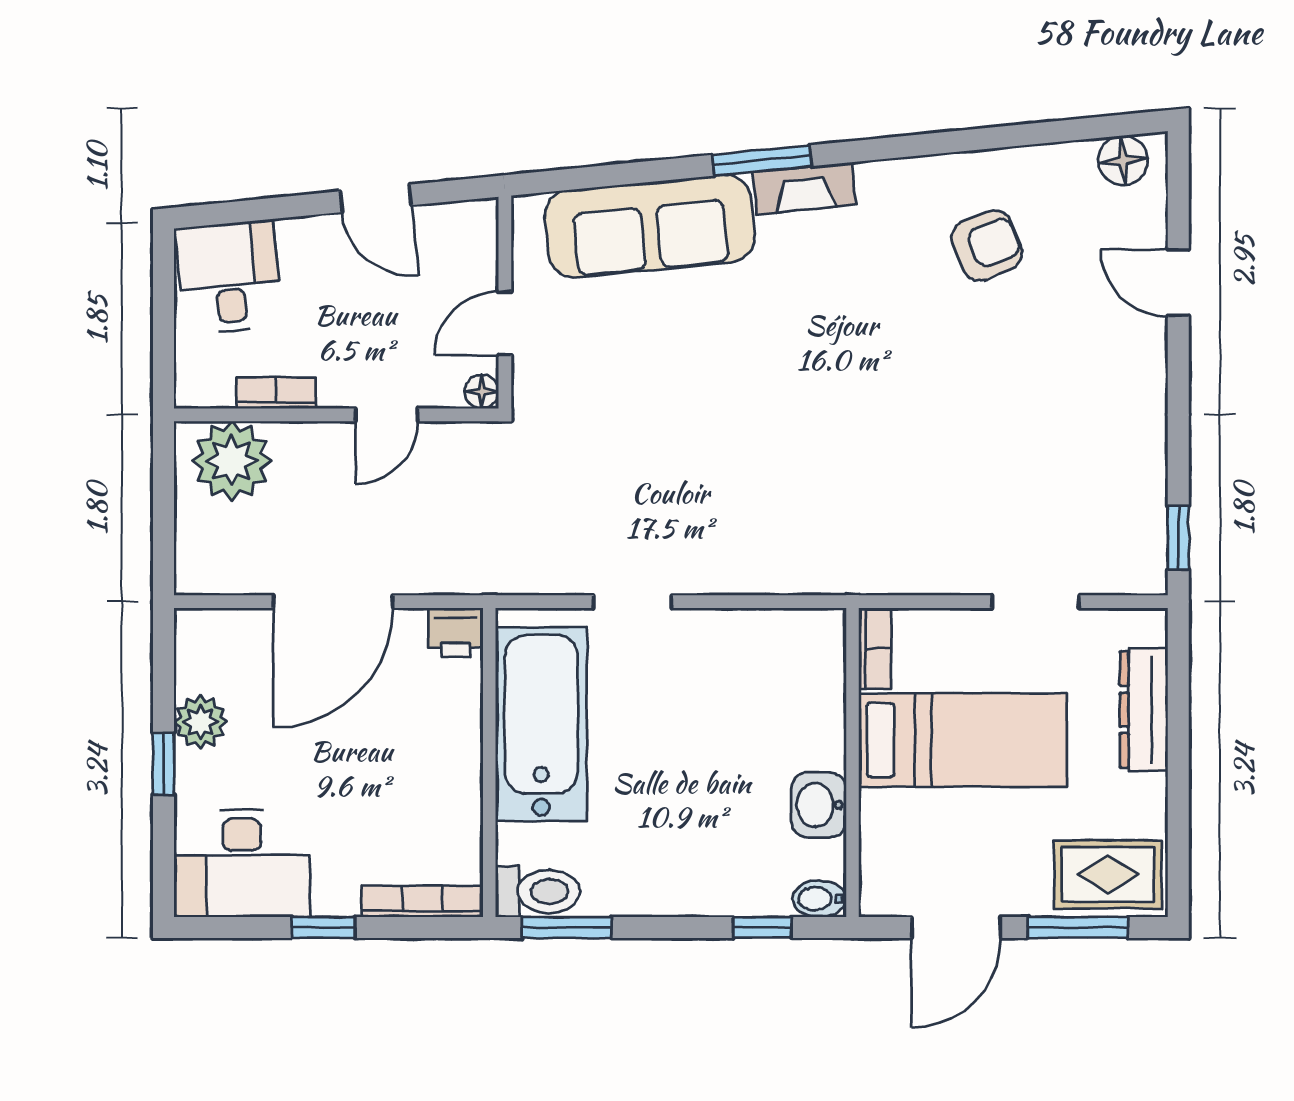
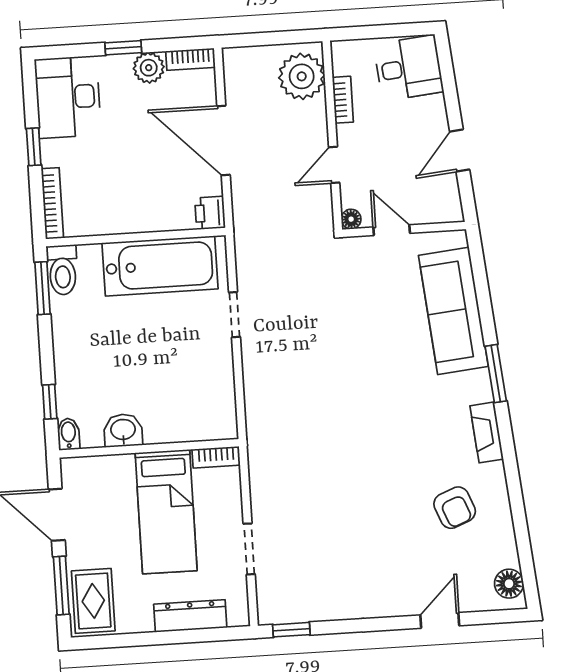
fireplace: (804, 188) -> (487, 432), moved
door: (387, 415) -> (334, 165), hinge flipped
bookcase: (190, 649) -> (190, 59), added

